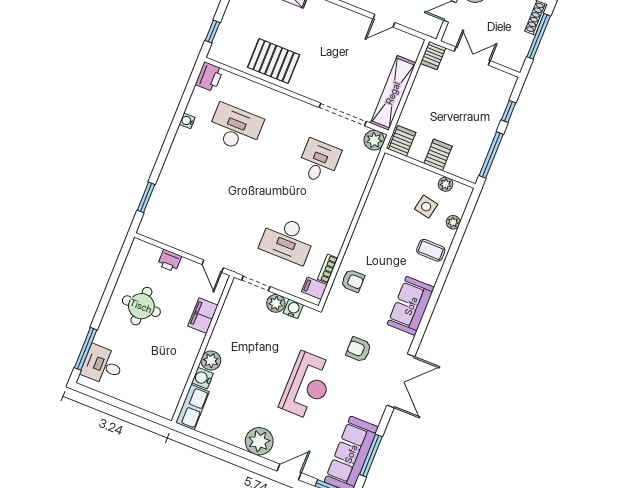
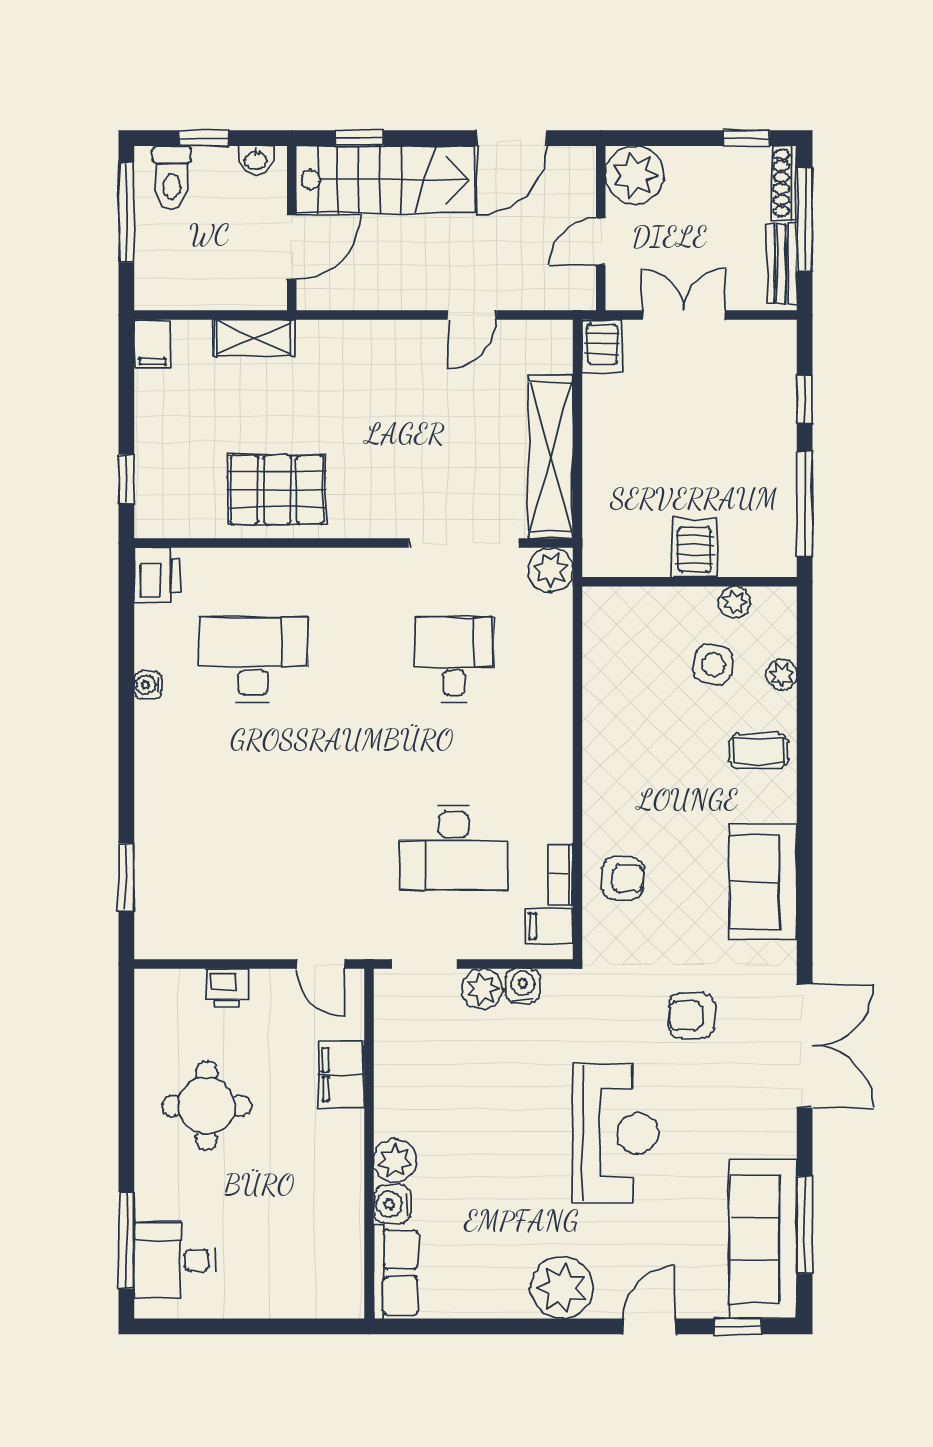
bench: (522, 51) -> (782, 264), added
server rack: (402, 141) -> (609, 548), removed

